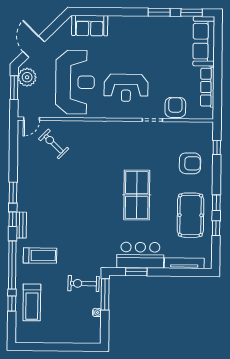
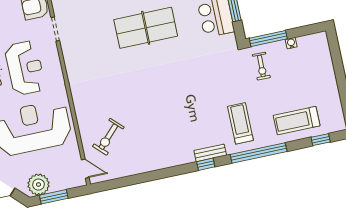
window: (13, 193) -> (175, 171), removed
exercise bike: (84, 284) -> (261, 66), width x0.73, depth x0.72
treadmill: (32, 302) -> (297, 121), turned 180
window: (12, 304) -> (321, 140), moved

